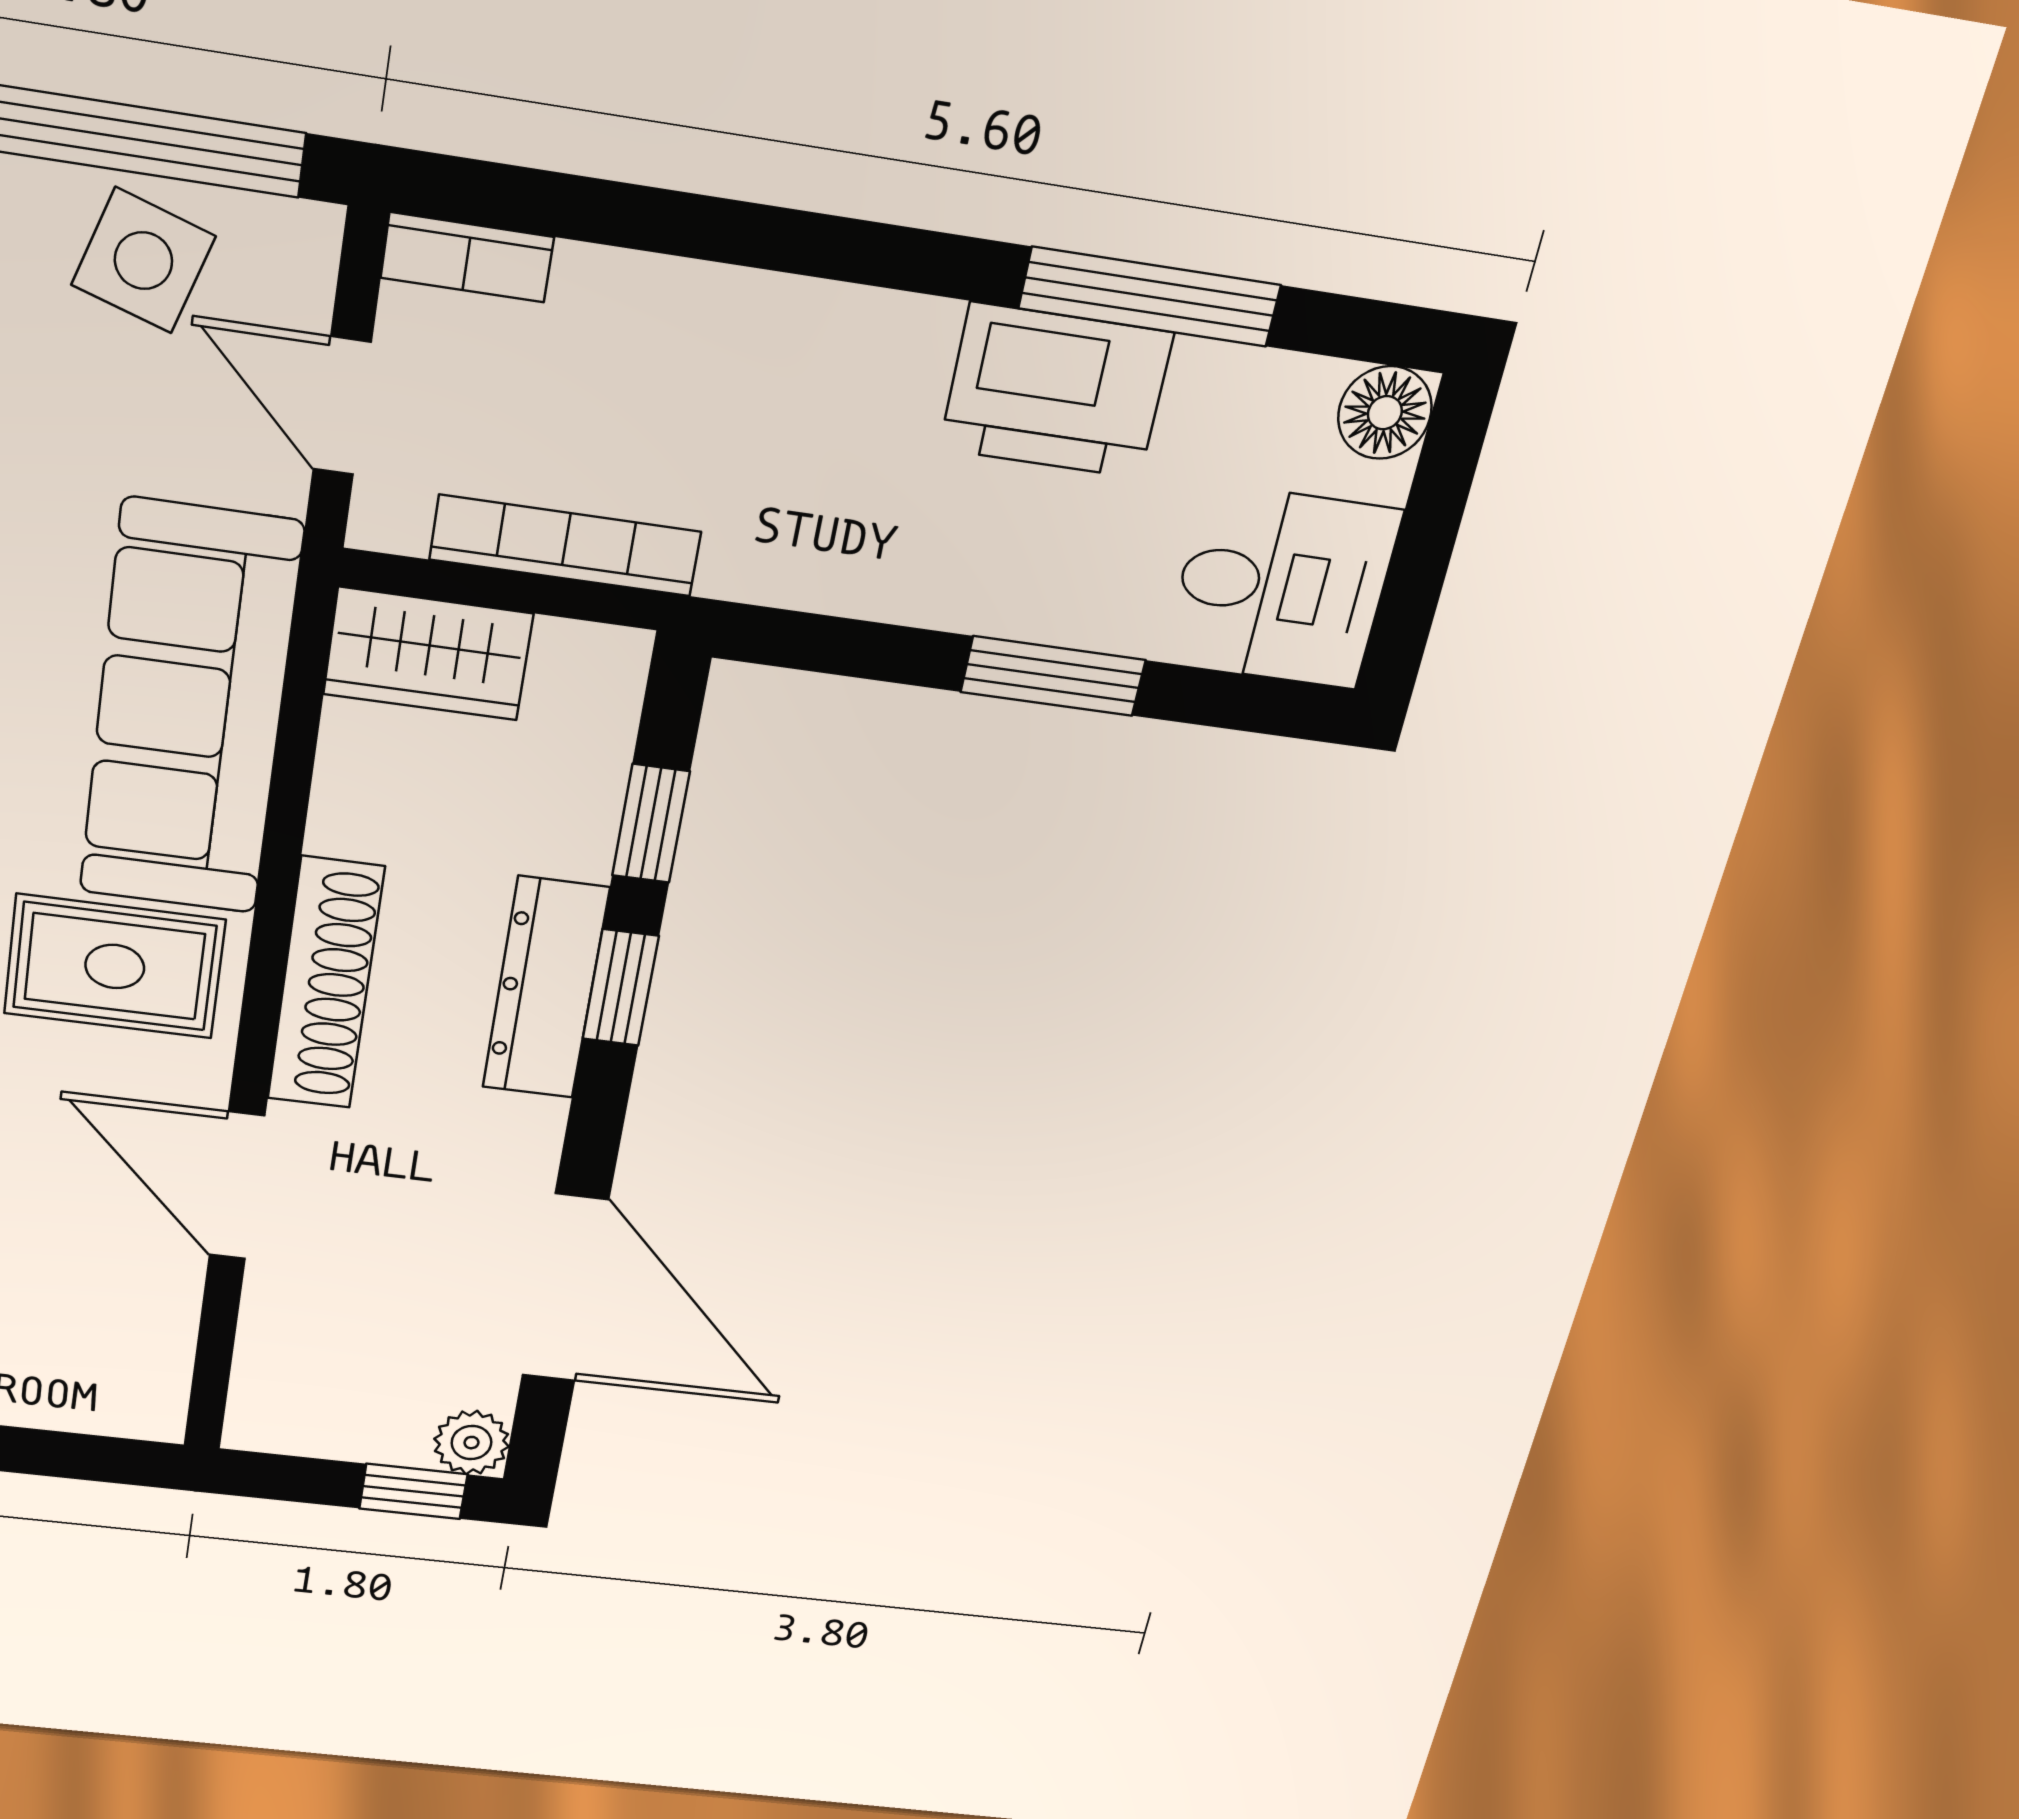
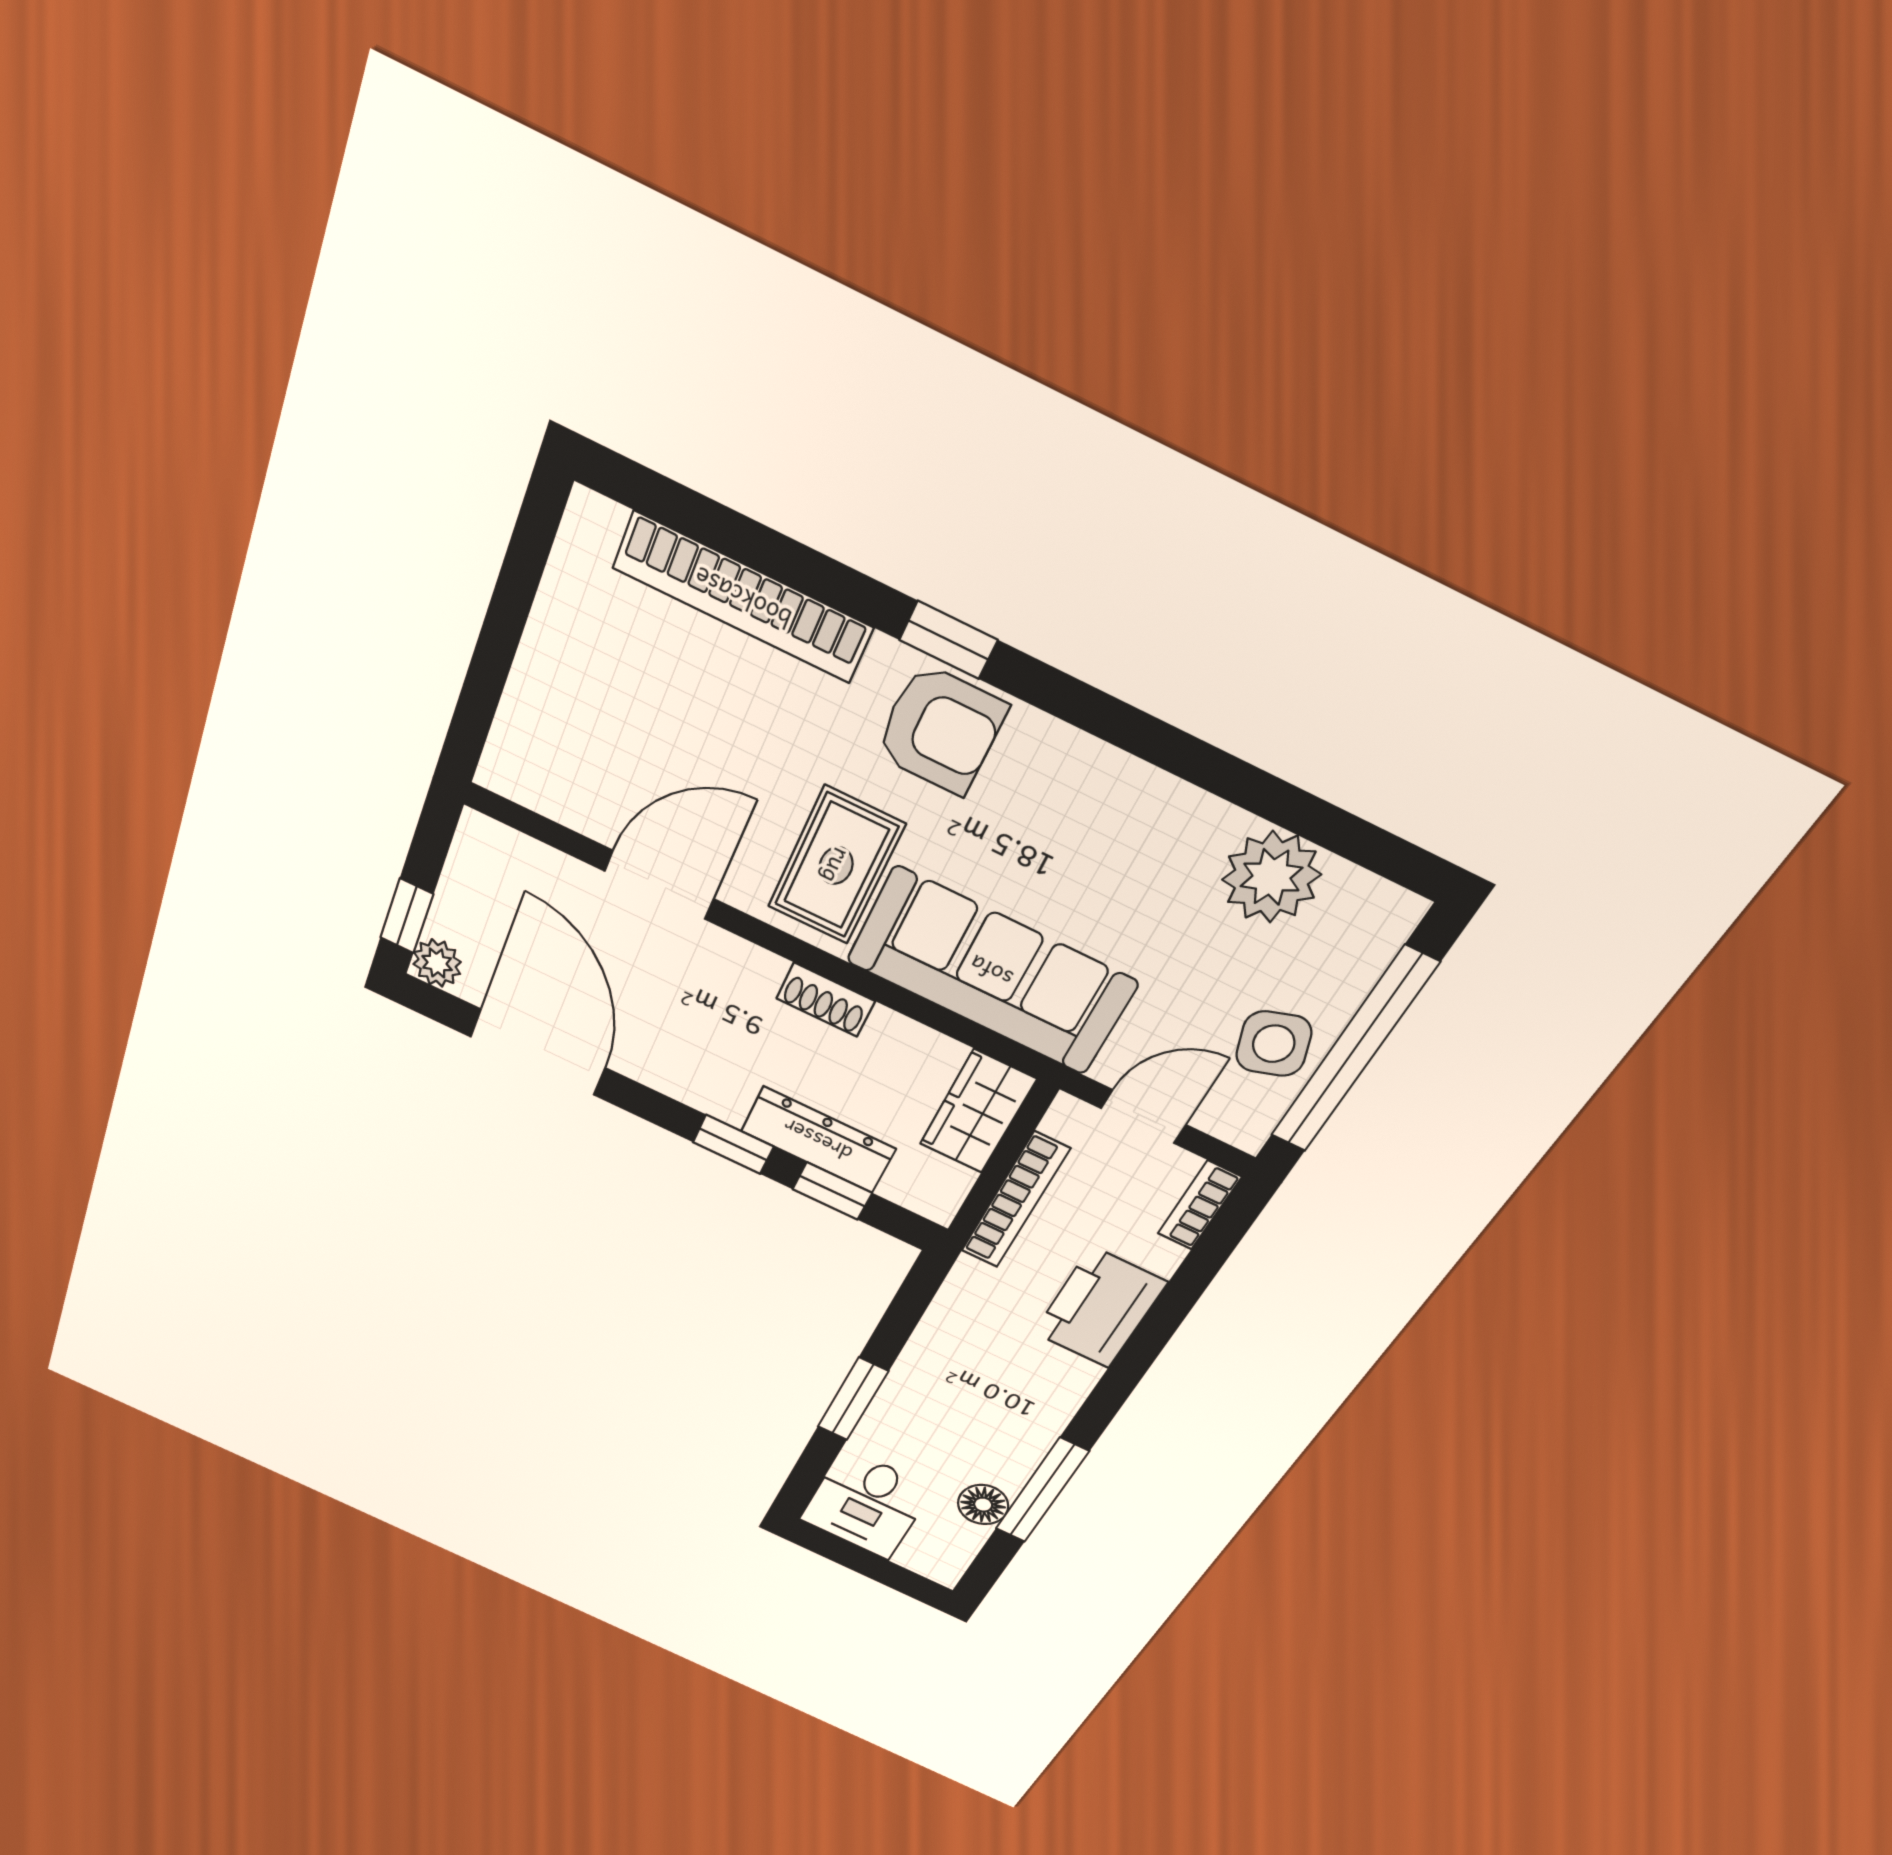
side table: (143, 261) -> (1274, 1044), turned -36
printer: (1056, 391) -> (1100, 1308), moved
floor lamp: (1385, 413) -> (983, 1505), moved
shoe rack: (326, 984) -> (826, 1000), width x0.51, depth x0.81
dresser: (546, 988) -> (818, 1140), moved
door: (565, 1288) -> (538, 1052), swing flipped

